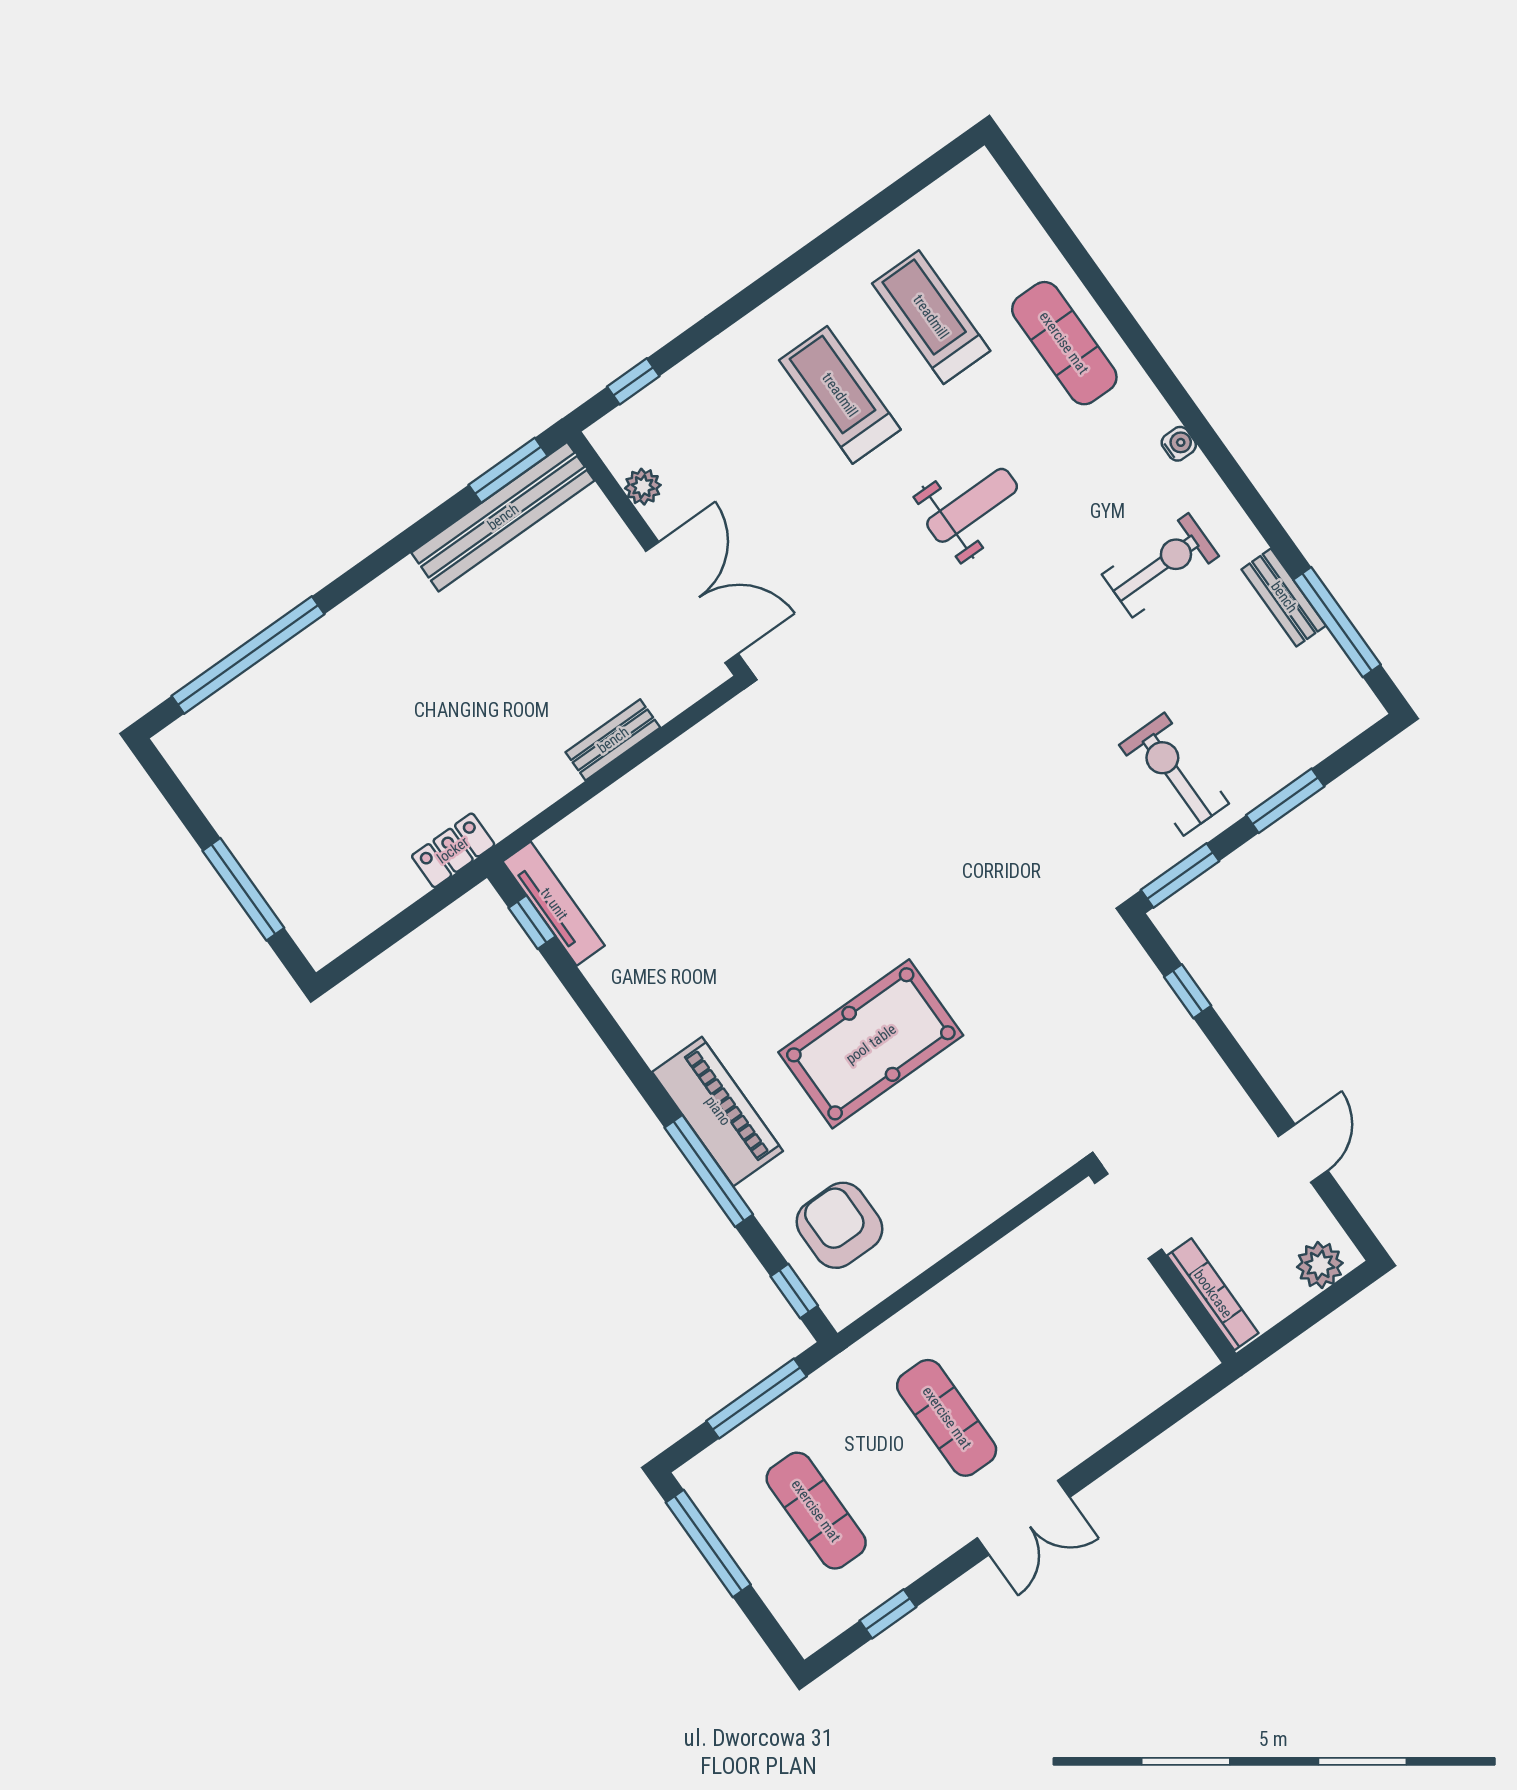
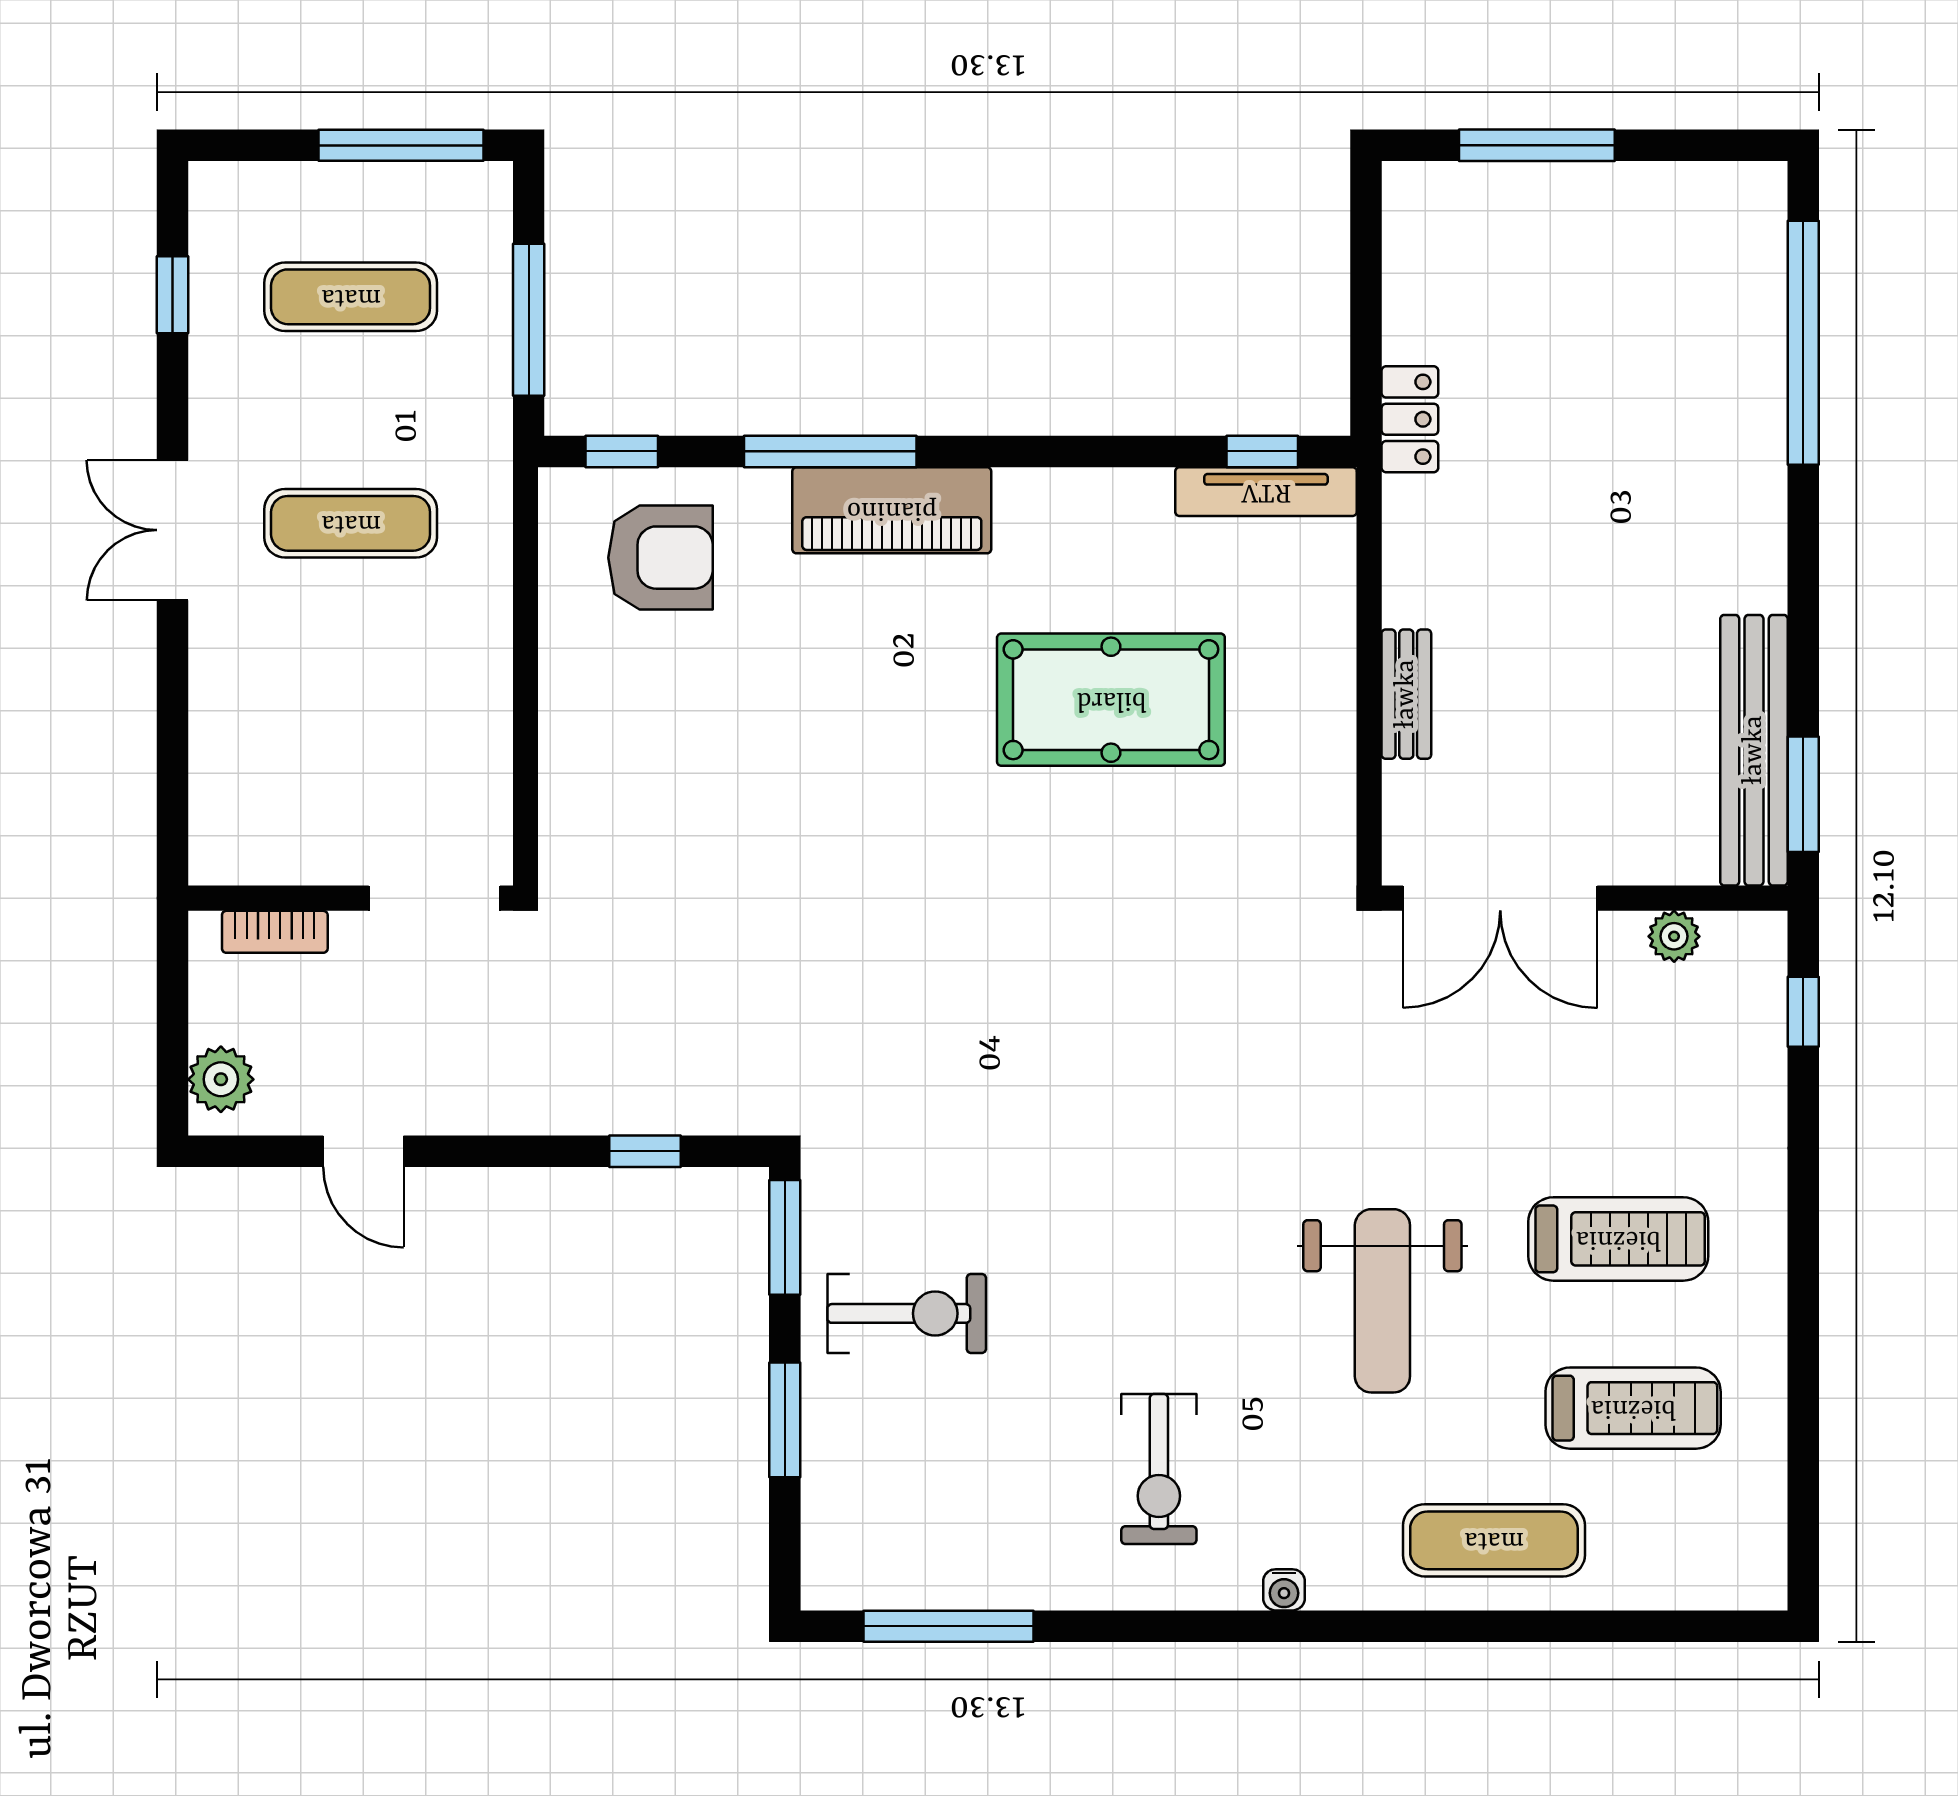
weight bench: (972, 505) -> (1382, 1301), width x1.36, depth x1.33
bench: (1284, 597) -> (1021, 1585), removed
pool table: (871, 1044) -> (1111, 700), moved, turned 90
bookcase: (1213, 1294) -> (275, 932), width x0.64

